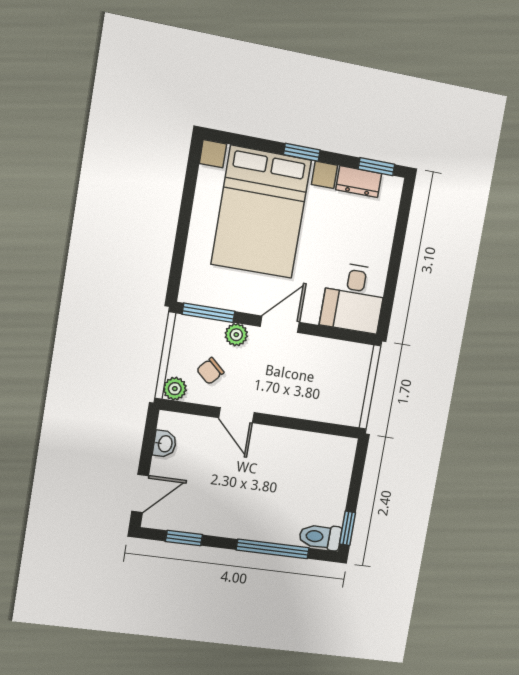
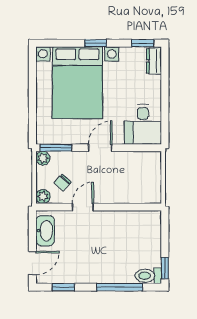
dresser: (359, 182) -> (154, 61), moved, turned 90
plant: (236, 335) -> (43, 158), moved
door: (236, 415) -> (83, 207), swing flipped
washbasin: (165, 444) -> (45, 231), width x1.91, depth x1.45

